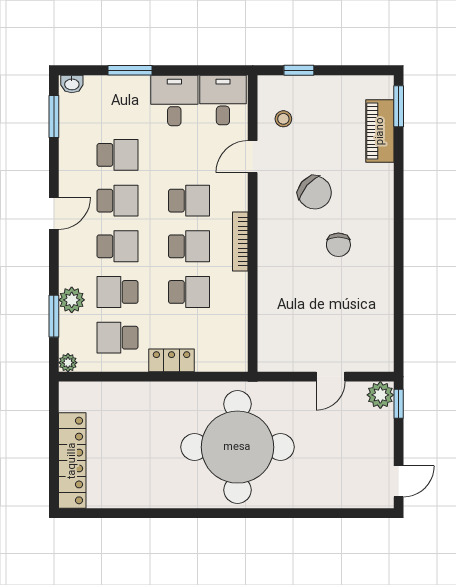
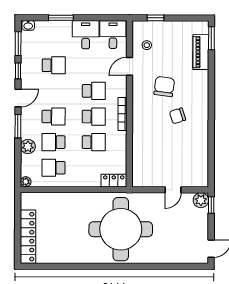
window: (54, 165) -> (18, 71), added
chair: (315, 193) -> (164, 87), turned -123
school desk: (117, 201) -> (54, 91), removed
chair: (338, 245) -> (178, 116), turned 72
window: (54, 316) -> (18, 126), moved
locker: (172, 360) -> (114, 181), moved

